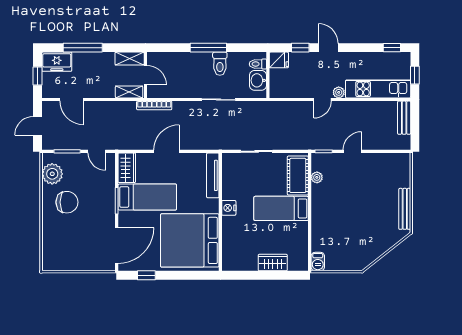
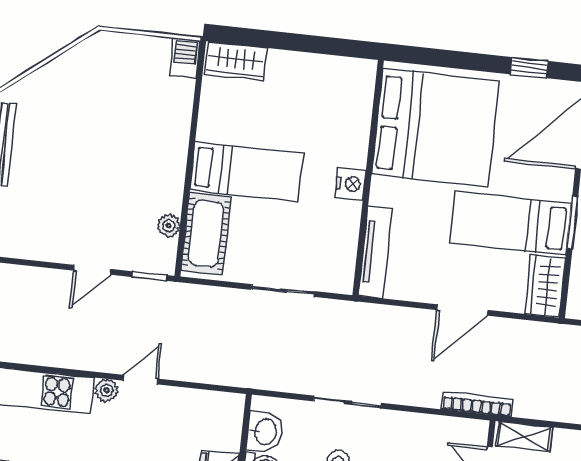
wardrobe: (273, 263) -> (236, 61), moved

